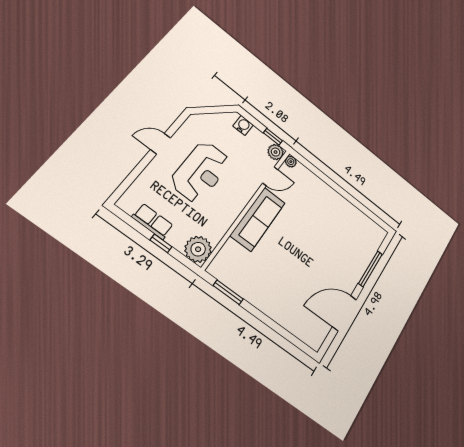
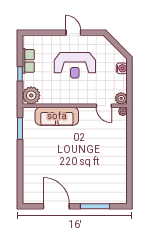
window: (273, 137) -> (129, 90), removed
sofa: (258, 219) -> (57, 116), moved

